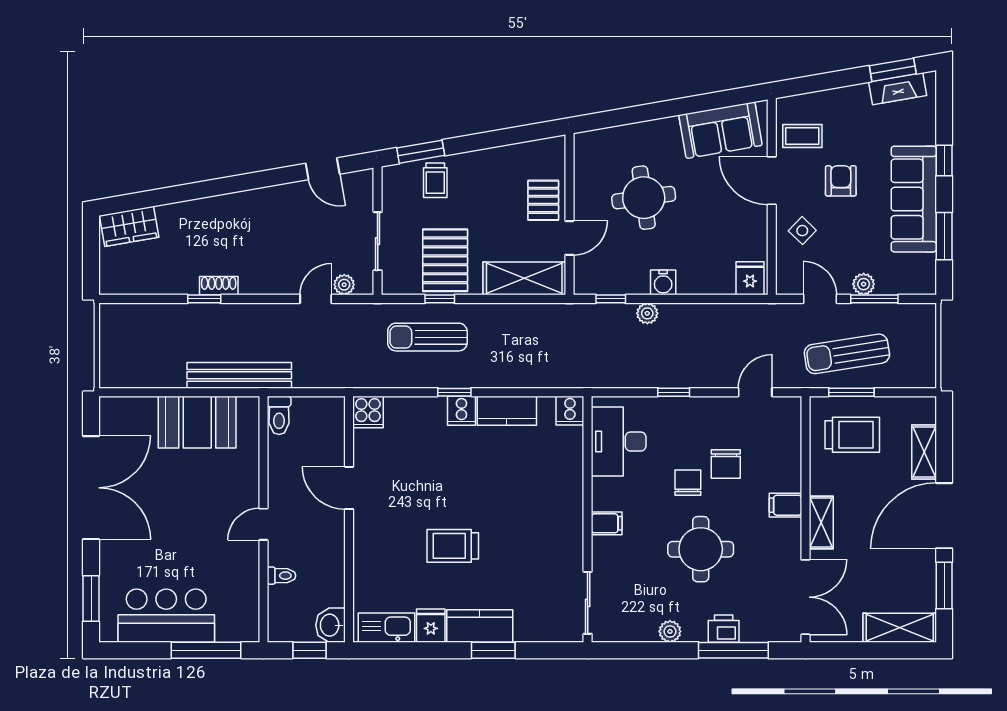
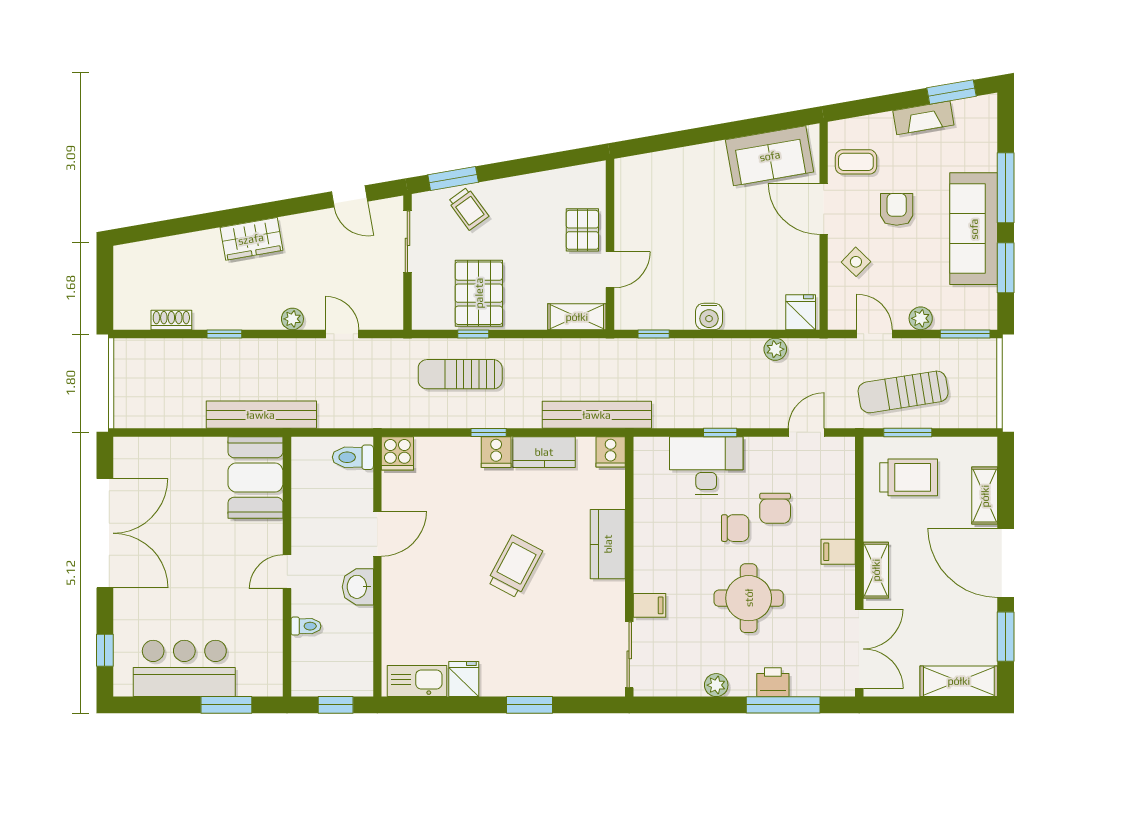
fireplace: (898, 89) -> (923, 118), moved
window: (944, 160) -> (1006, 188), width x2.17
trolley: (435, 180) -> (468, 209), turned -36
round table: (644, 198) -> (688, 227), removed
wardrobe: (129, 226) -> (251, 239), moved
sliding door: (378, 241) -> (407, 242), moved
shelving: (524, 278) -> (577, 317), width x0.67, depth x0.75
plant: (344, 285) -> (292, 319), moved
shoe rack: (219, 286) -> (171, 320), moved
door: (316, 299) -> (342, 334), hinge flipped
window: (874, 299) -> (965, 334), moved
plant: (647, 313) -> (775, 349), moved
bench: (557, 375) -> (597, 415), added
toilet: (279, 415) -> (353, 457), moved, turned 90
booth: (197, 422) -> (255, 477), moved, turned 90
desk: (619, 441) -> (706, 465), moved, turned 90
chair: (688, 483) -> (735, 528), turned 90
door: (349, 488) -> (377, 534), swing flipped
door: (944, 516) -> (1006, 563), hinge flipped
filing cabinet: (607, 523) -> (649, 605), moved
trolley: (453, 546) -> (515, 567), moved, turned 118
window: (91, 599) -> (105, 650), width x0.67
washbasin: (330, 625) -> (358, 587), moved
kitchen counter: (480, 626) -> (608, 544), moved, turned -90
window: (206, 650) -> (226, 705), width x0.69

